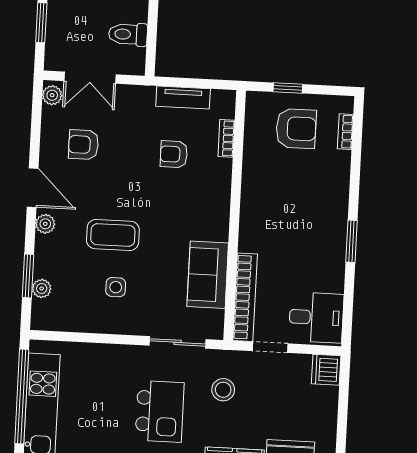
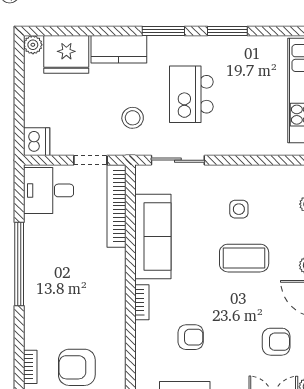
bookcase: (226, 138) -> (142, 302), moved
window: (352, 241) -> (19, 264), width x2.11
sofa: (208, 275) -> (153, 236), width x1.36

